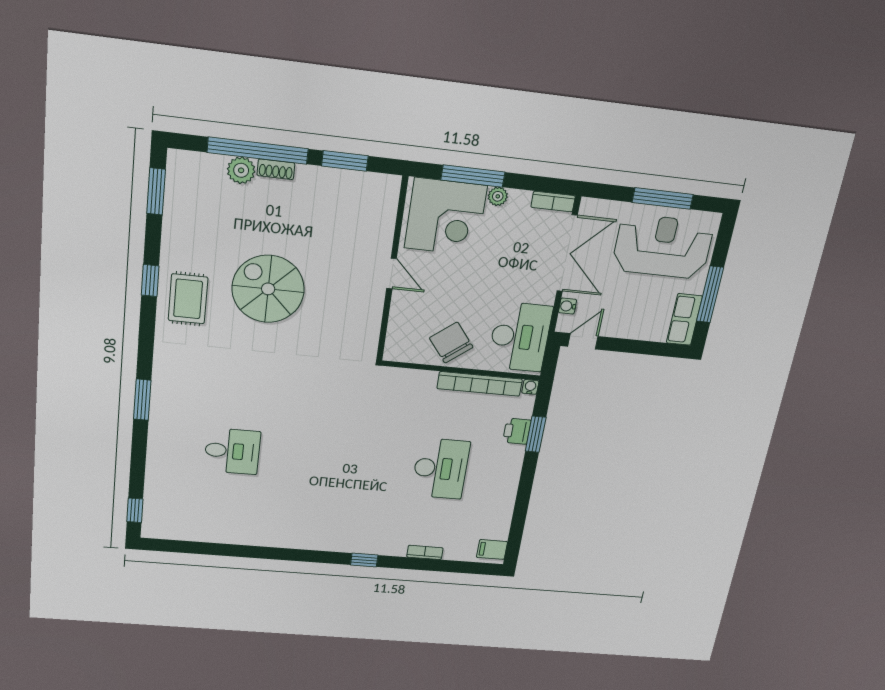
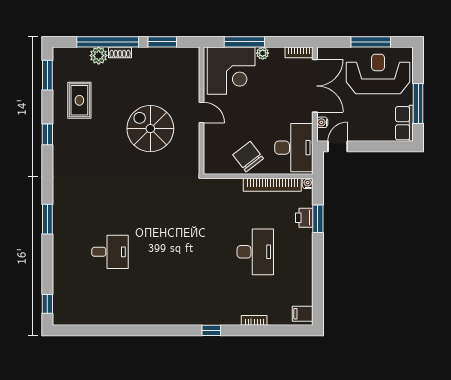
spiral stairs: (268, 289) -> (150, 129), moved
rug: (188, 299) -> (79, 100), moved

